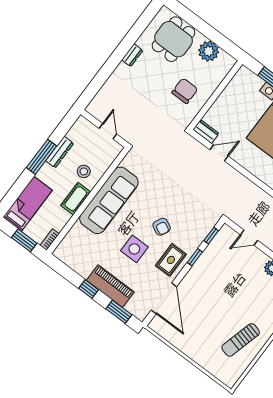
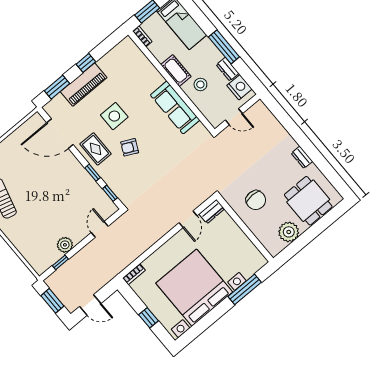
nightstand: (78, 132) -> (239, 87), added
dresser: (60, 152) -> (228, 69), width x0.70
sofa: (109, 200) -> (175, 108), width x0.74, depth x0.79

